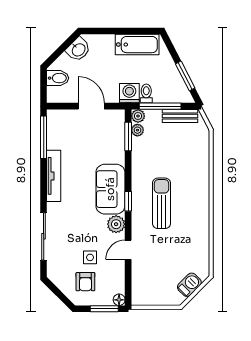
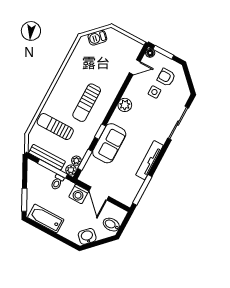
window: (185, 76) -> (24, 200), moved
washing machine: (129, 93) -> (79, 194), moved
bench: (180, 116) -> (47, 157), width x1.36
sun lounger: (183, 156) -> (55, 127), added
sofa: (110, 189) -> (109, 143), moved
window: (128, 201) -> (100, 132), moved
door: (128, 250) -> (135, 67), moved
armchair: (85, 282) -> (166, 77), turned -90

